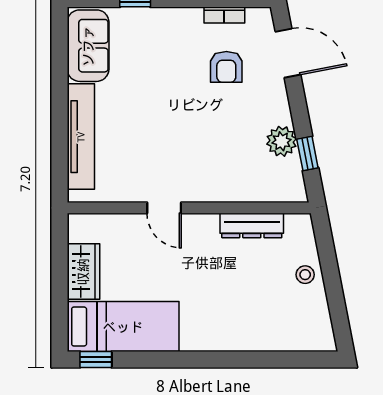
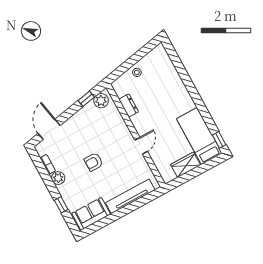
plant: (188, 21) -> (58, 178), added
armchair: (226, 67) -> (94, 162), moved, turned 180
plant: (282, 141) -> (101, 101), moved
dresser: (252, 226) -> (129, 106), width x0.70

